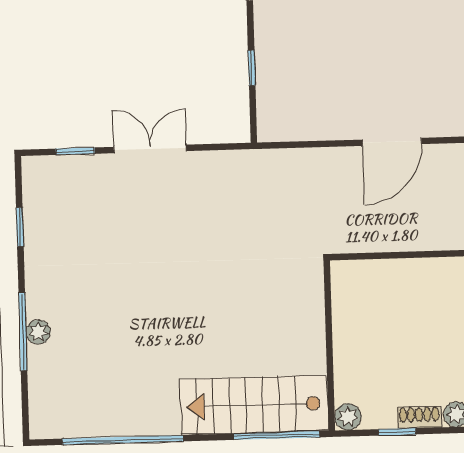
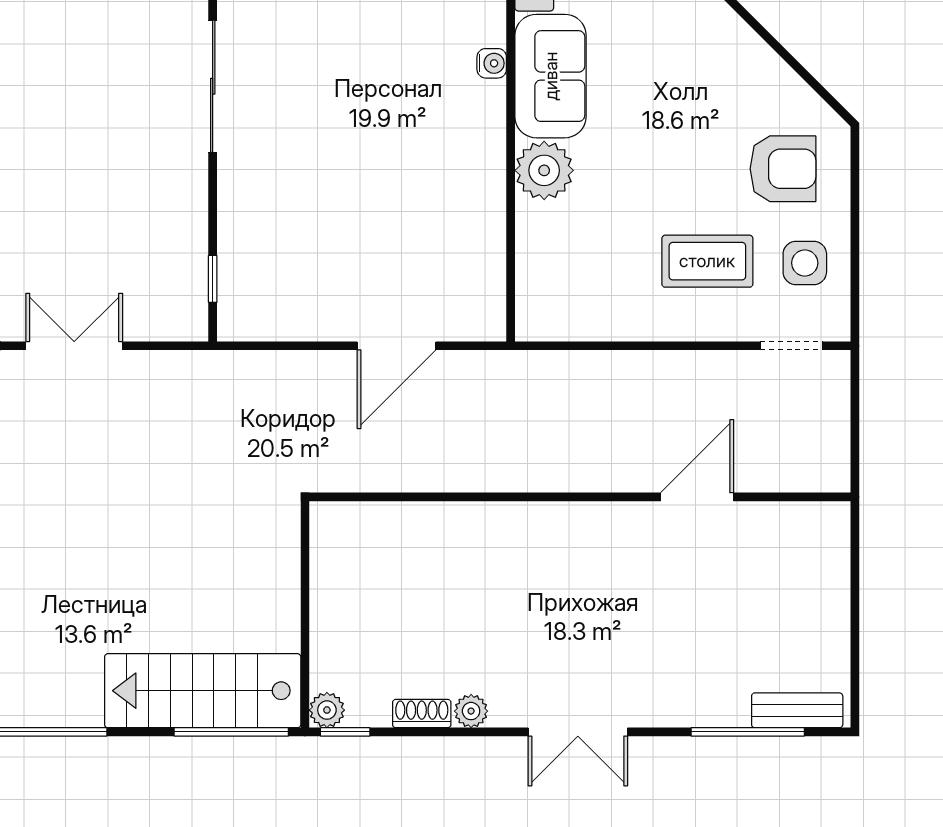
window: (252, 68) -> (213, 279), moved
window: (397, 432) -> (345, 732), moved

